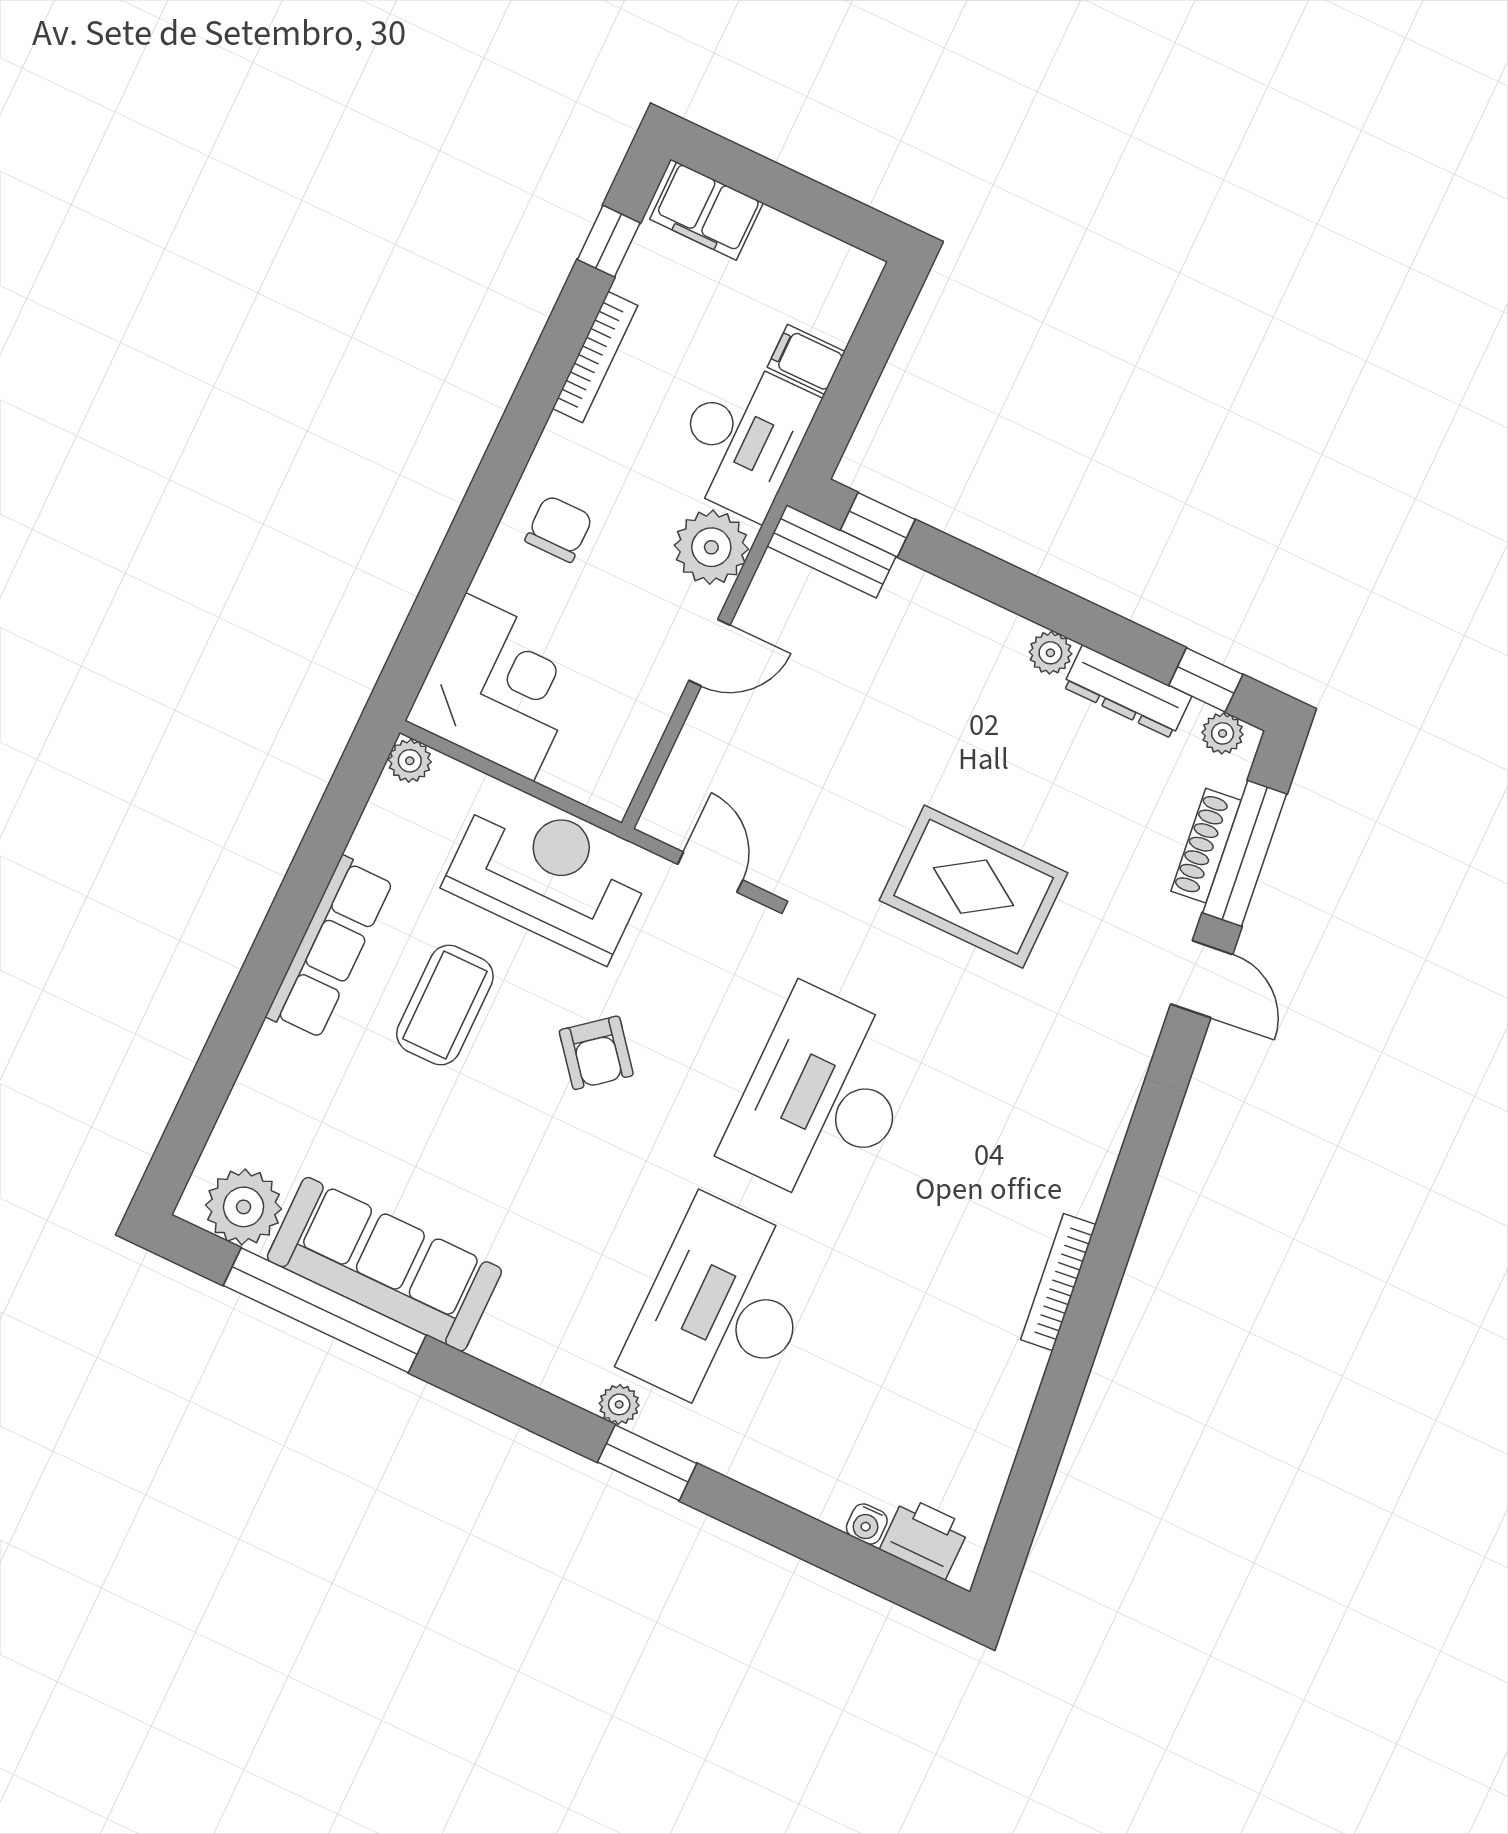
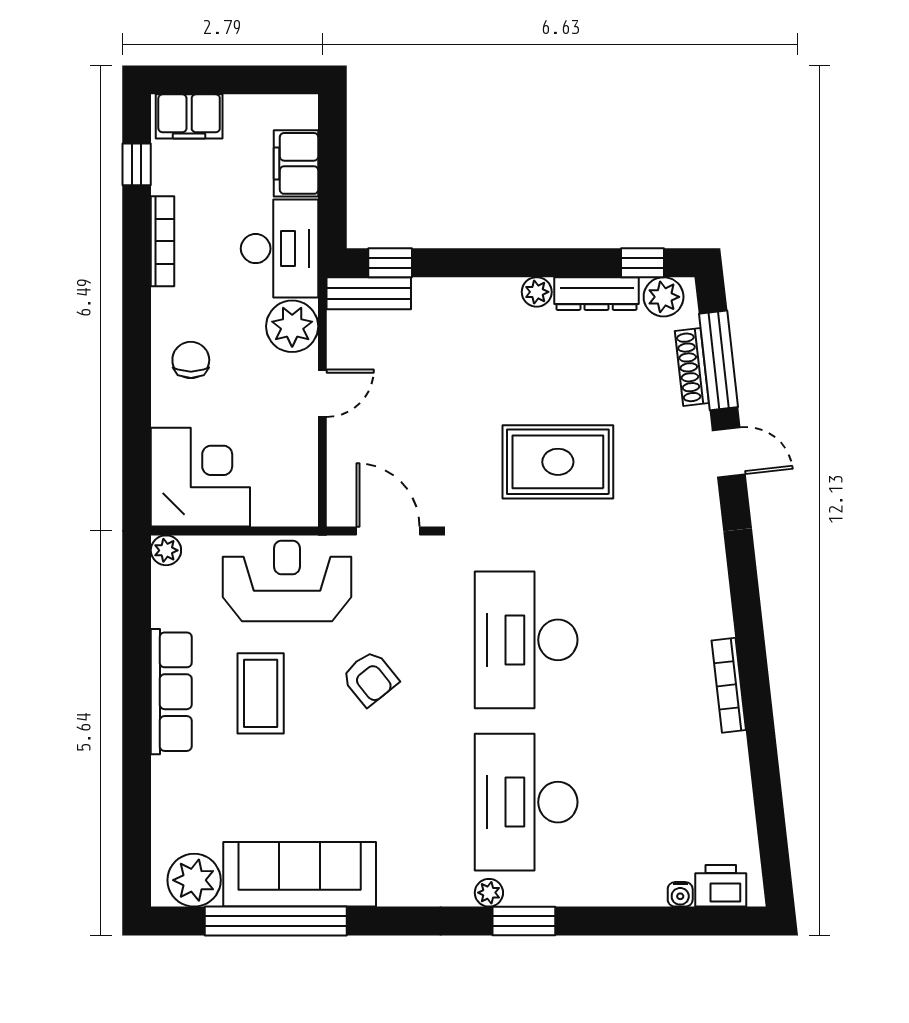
filing cabinet: (806, 359) -> (296, 163), width x2.00
plant: (1223, 733) -> (664, 297), width x1.38, depth x1.38
door: (710, 872) -> (388, 531), width x1.38

